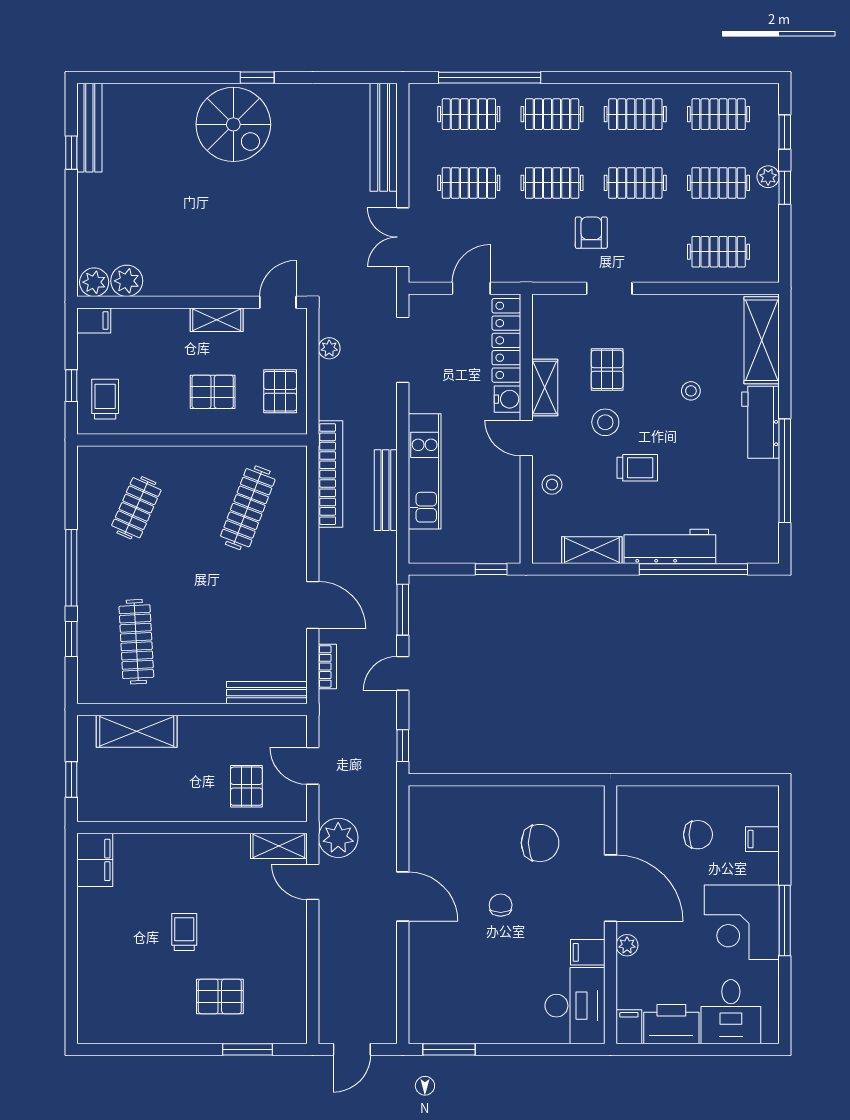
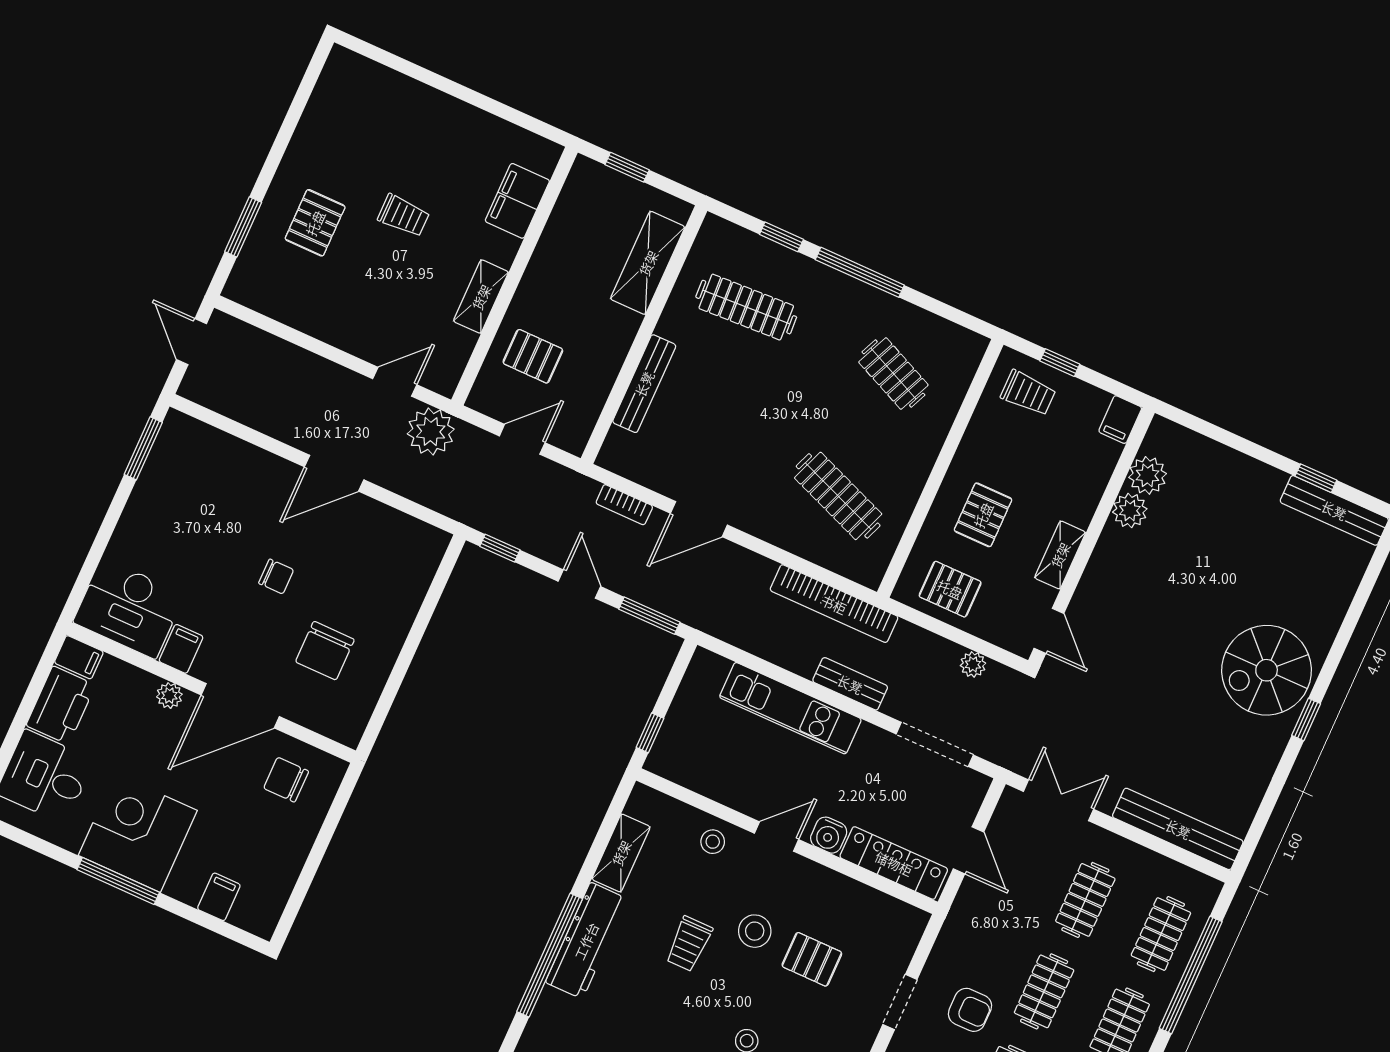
plant: (94, 282) -> (1130, 511), moved
shelving: (545, 388) -> (823, 882), removed
bench: (386, 490) -> (850, 684), moved, width x0.73
bench: (267, 693) -> (644, 384), moved
chair: (698, 835) -> (286, 780), moved, turned 90
shelving: (279, 846) -> (481, 297), moved
filing cabinet: (95, 860) -> (517, 201), moved, turned 90

